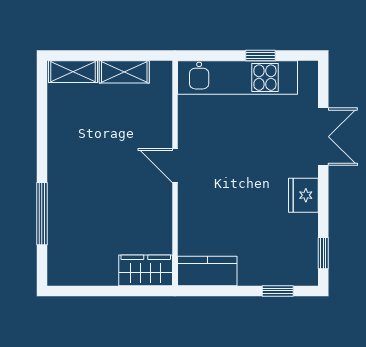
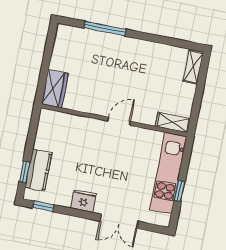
shelving: (124, 72) -> (173, 122), moved, turned 90
kitchen counter: (207, 271) -> (38, 170), moved

